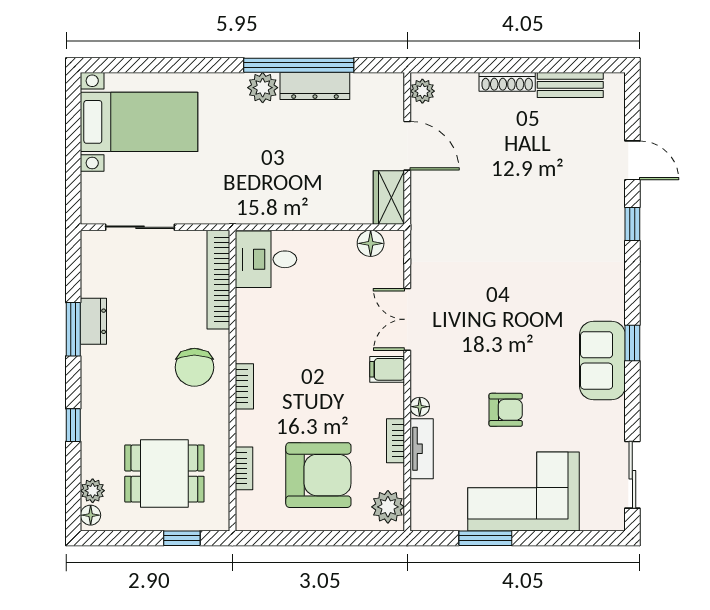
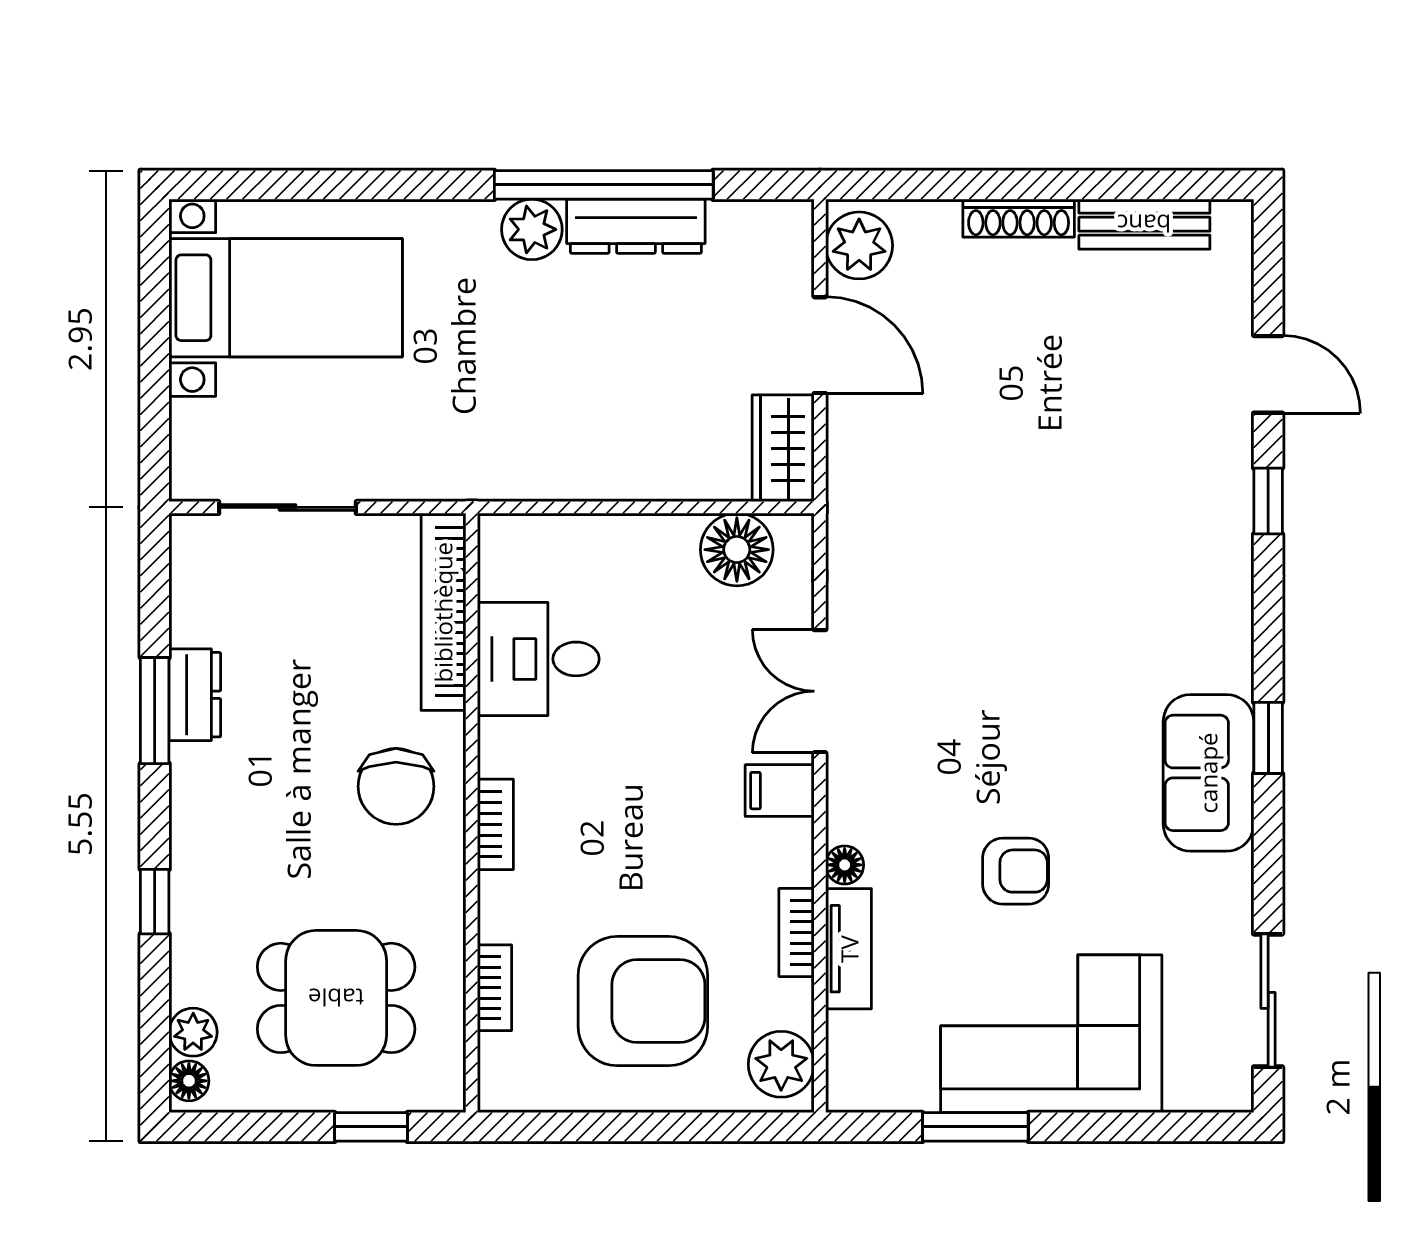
plant: (422, 91) -> (859, 245), width x1.38, depth x1.38
floor lamp: (371, 243) -> (737, 550), width x1.38, depth x1.38
desk: (266, 259) -> (538, 659), moved

